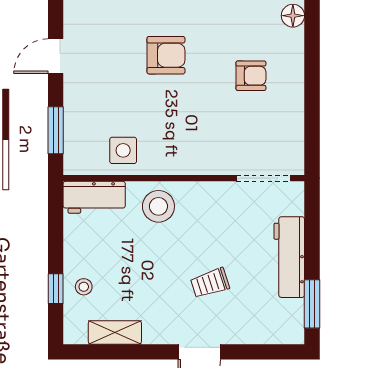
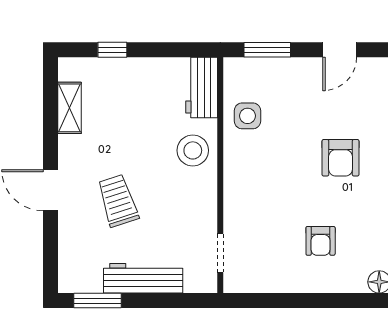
door: (56, 56) -> (340, 50), swing flipped
doorway: (263, 178) -> (220, 253), width x0.73
trolley: (210, 283) -> (118, 201), width x1.36, depth x1.39
stool: (84, 287) -> (114, 77), removed

